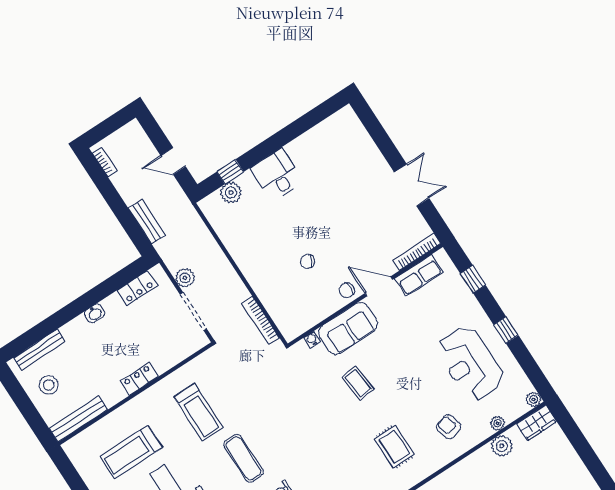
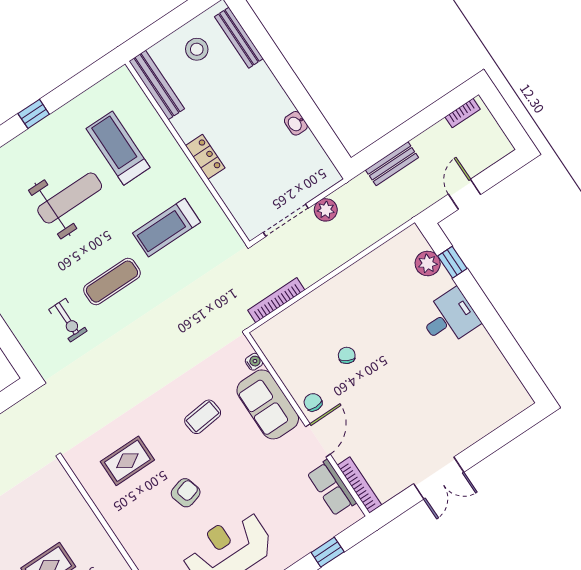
locker: (137, 288) -> (313, 153), removed
washbasin: (95, 313) -> (296, 123), moved
armchair: (449, 427) -> (186, 493), moved

